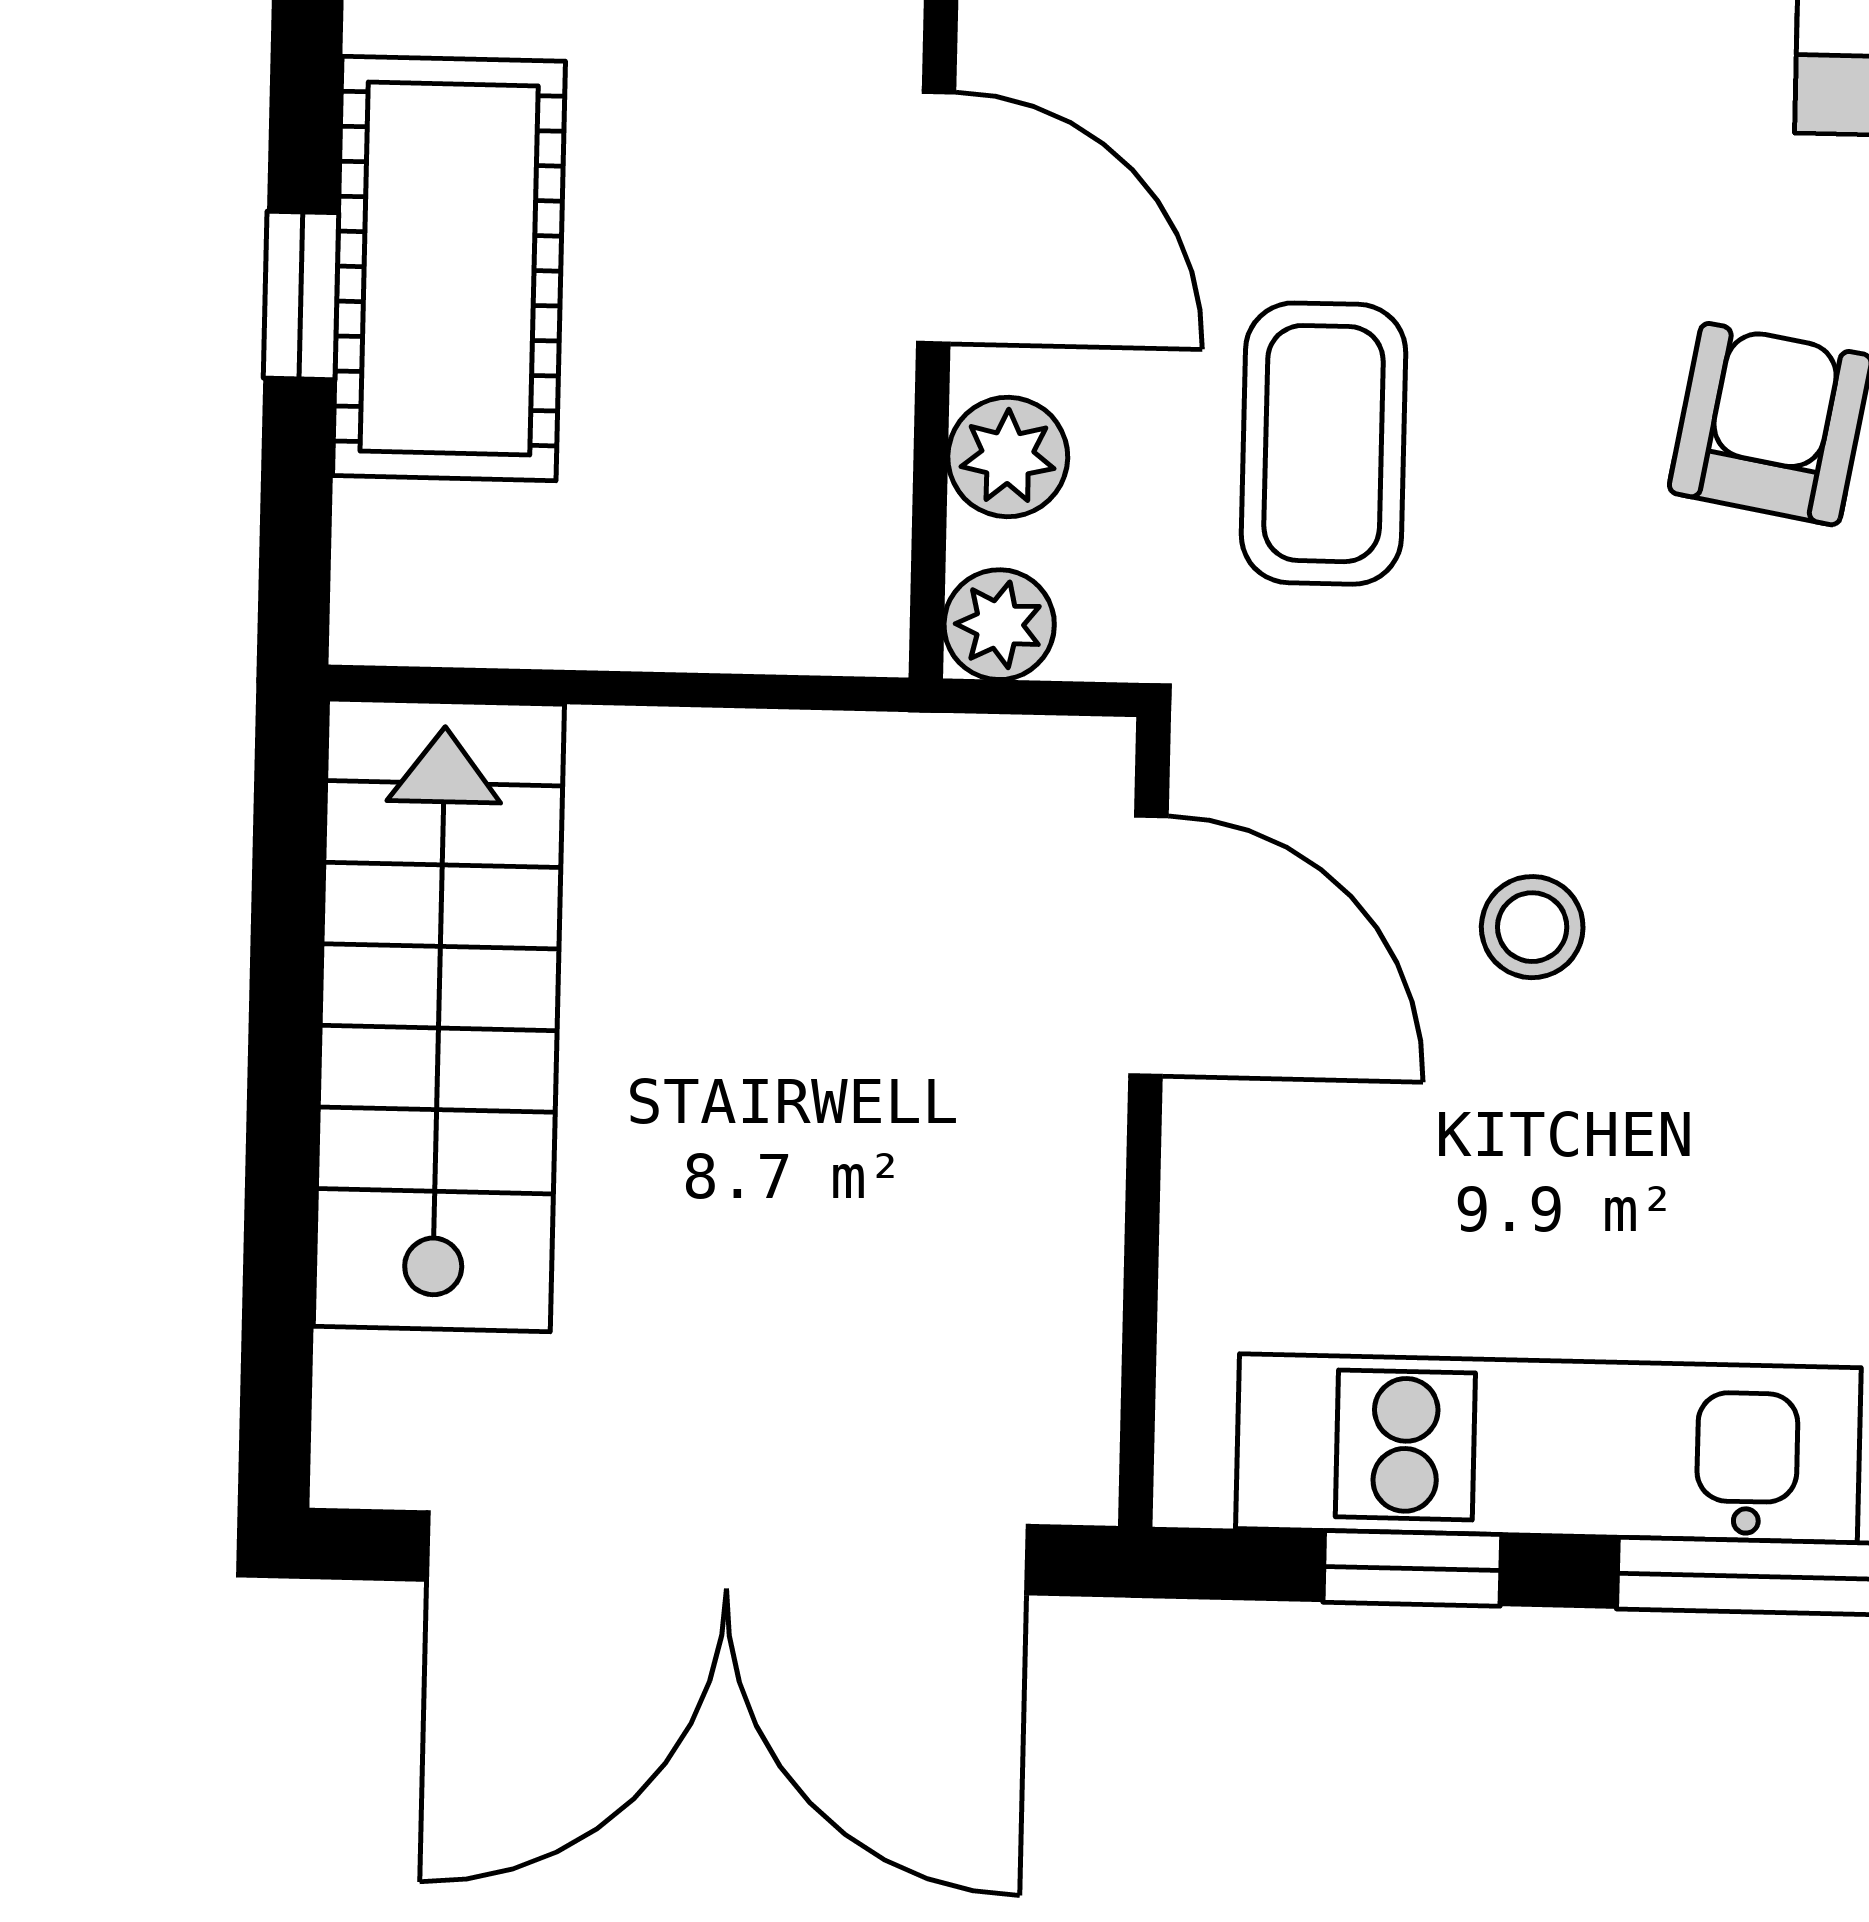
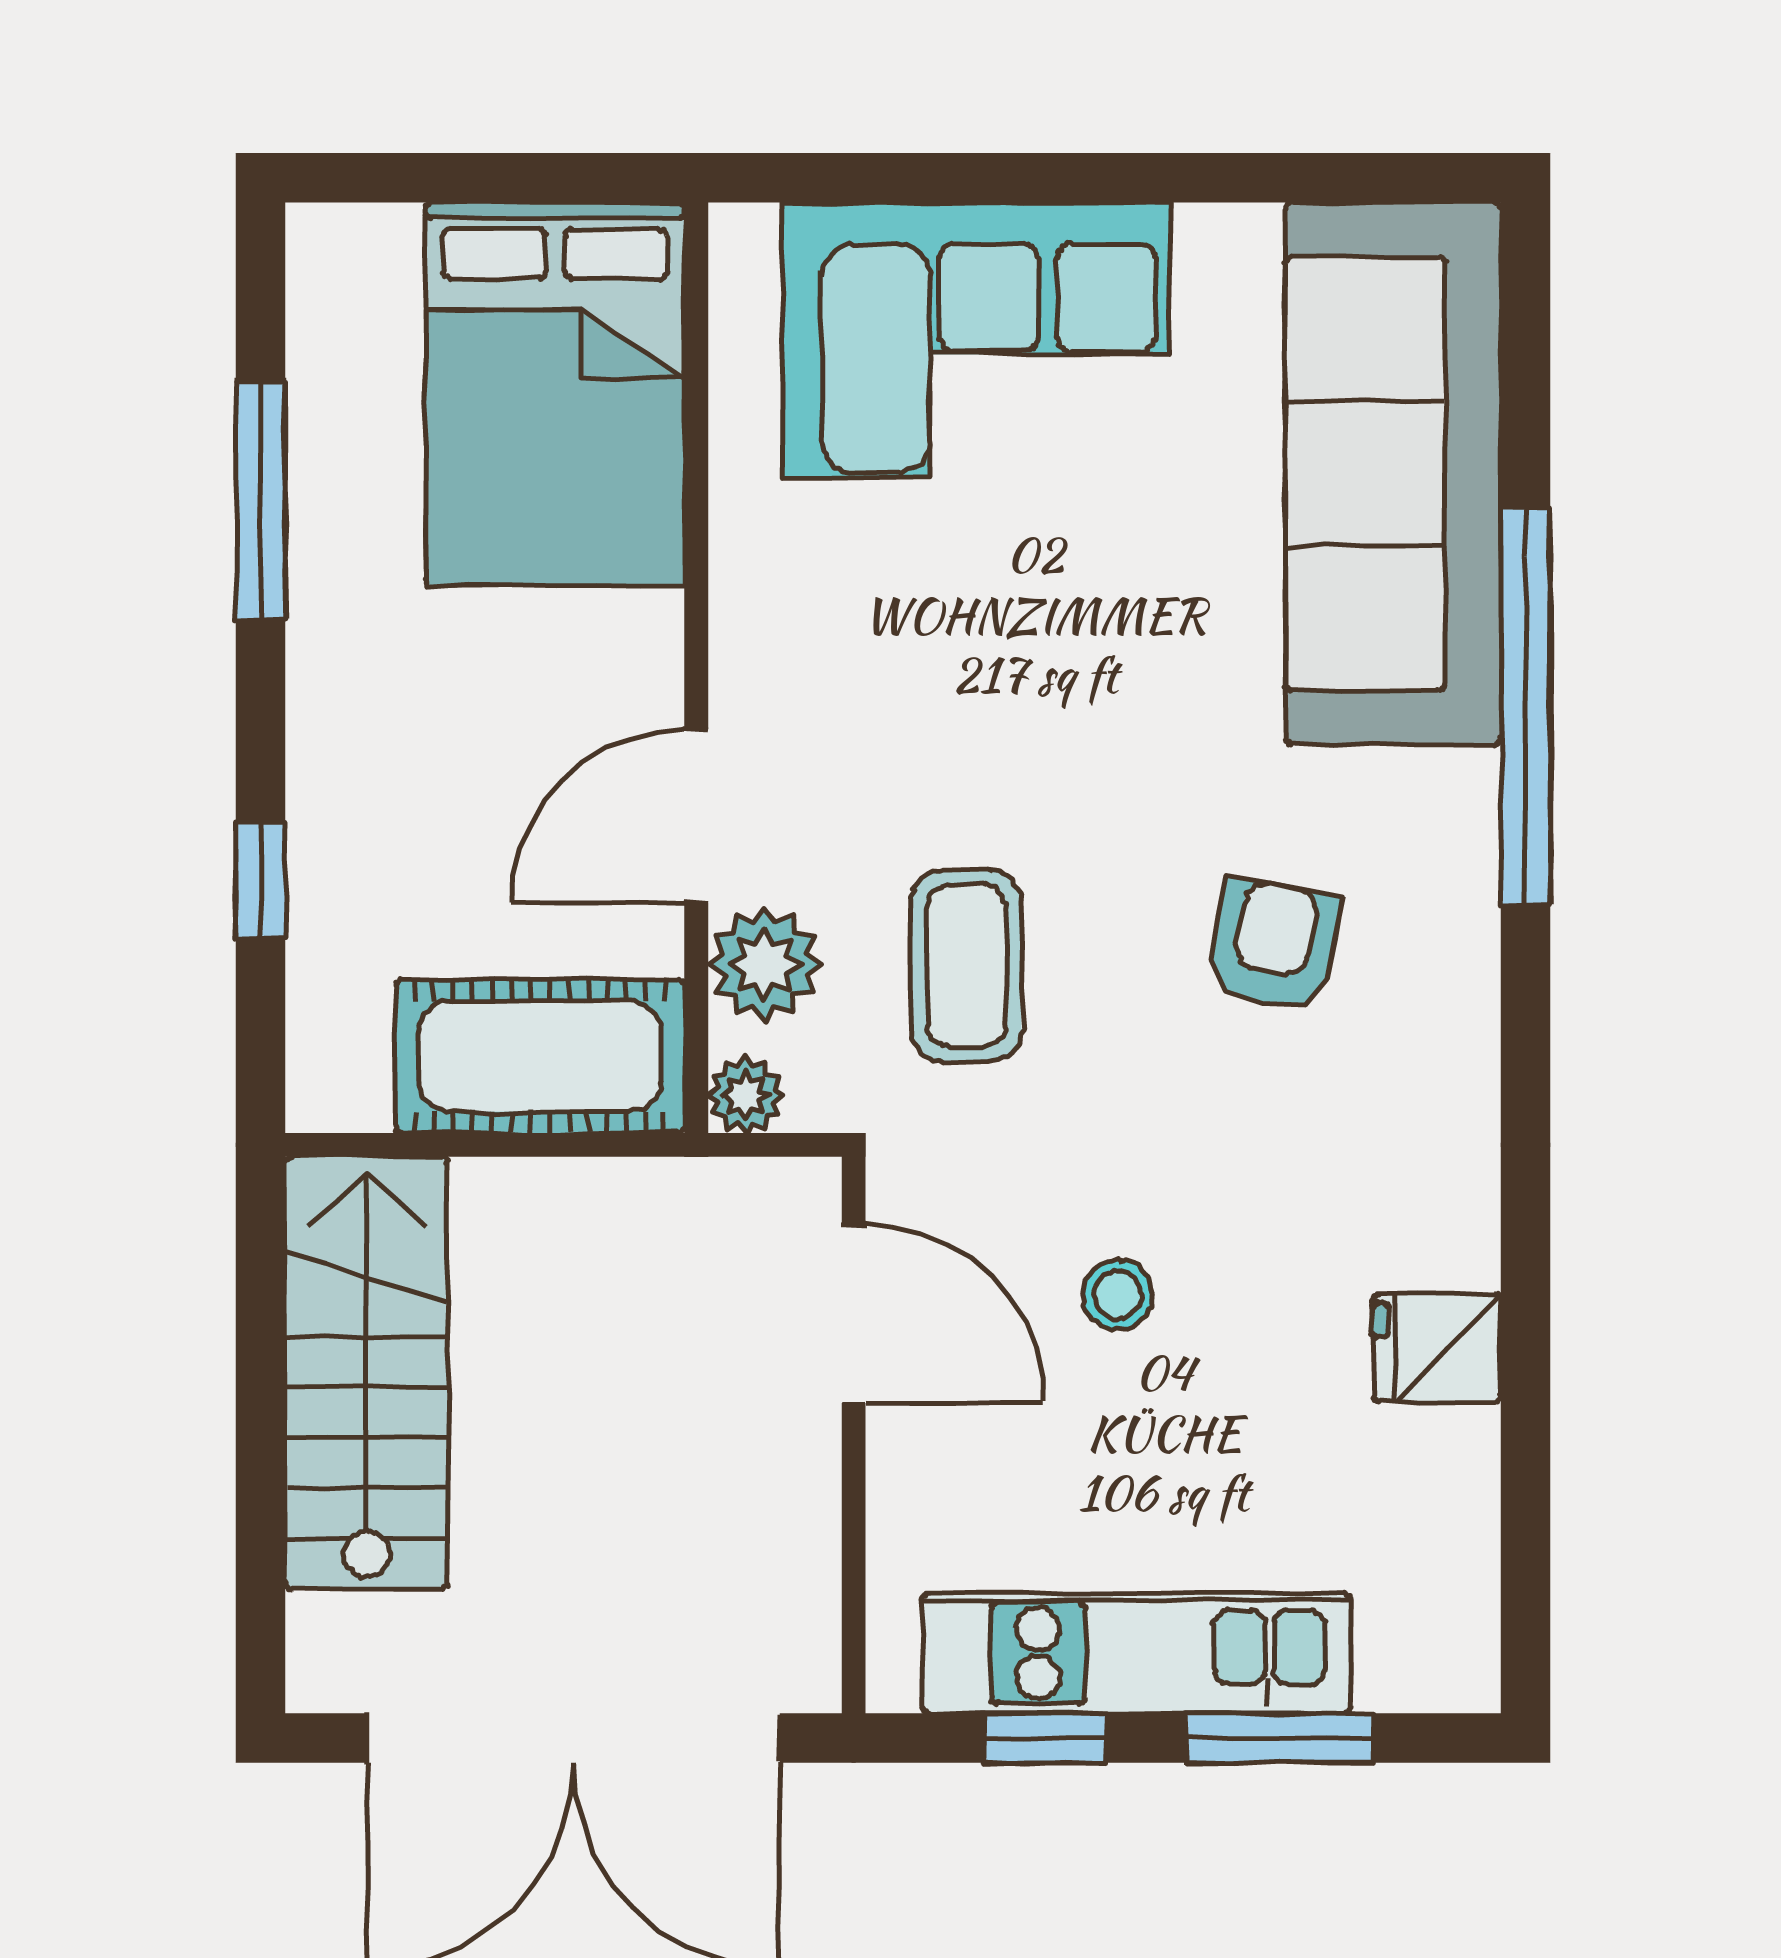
door: (936, 218) -> (696, 816), swing flipped
cot: (449, 268) -> (540, 1056), moved, turned 90
plant: (1008, 457) -> (765, 964), width x1.38, depth x1.38

